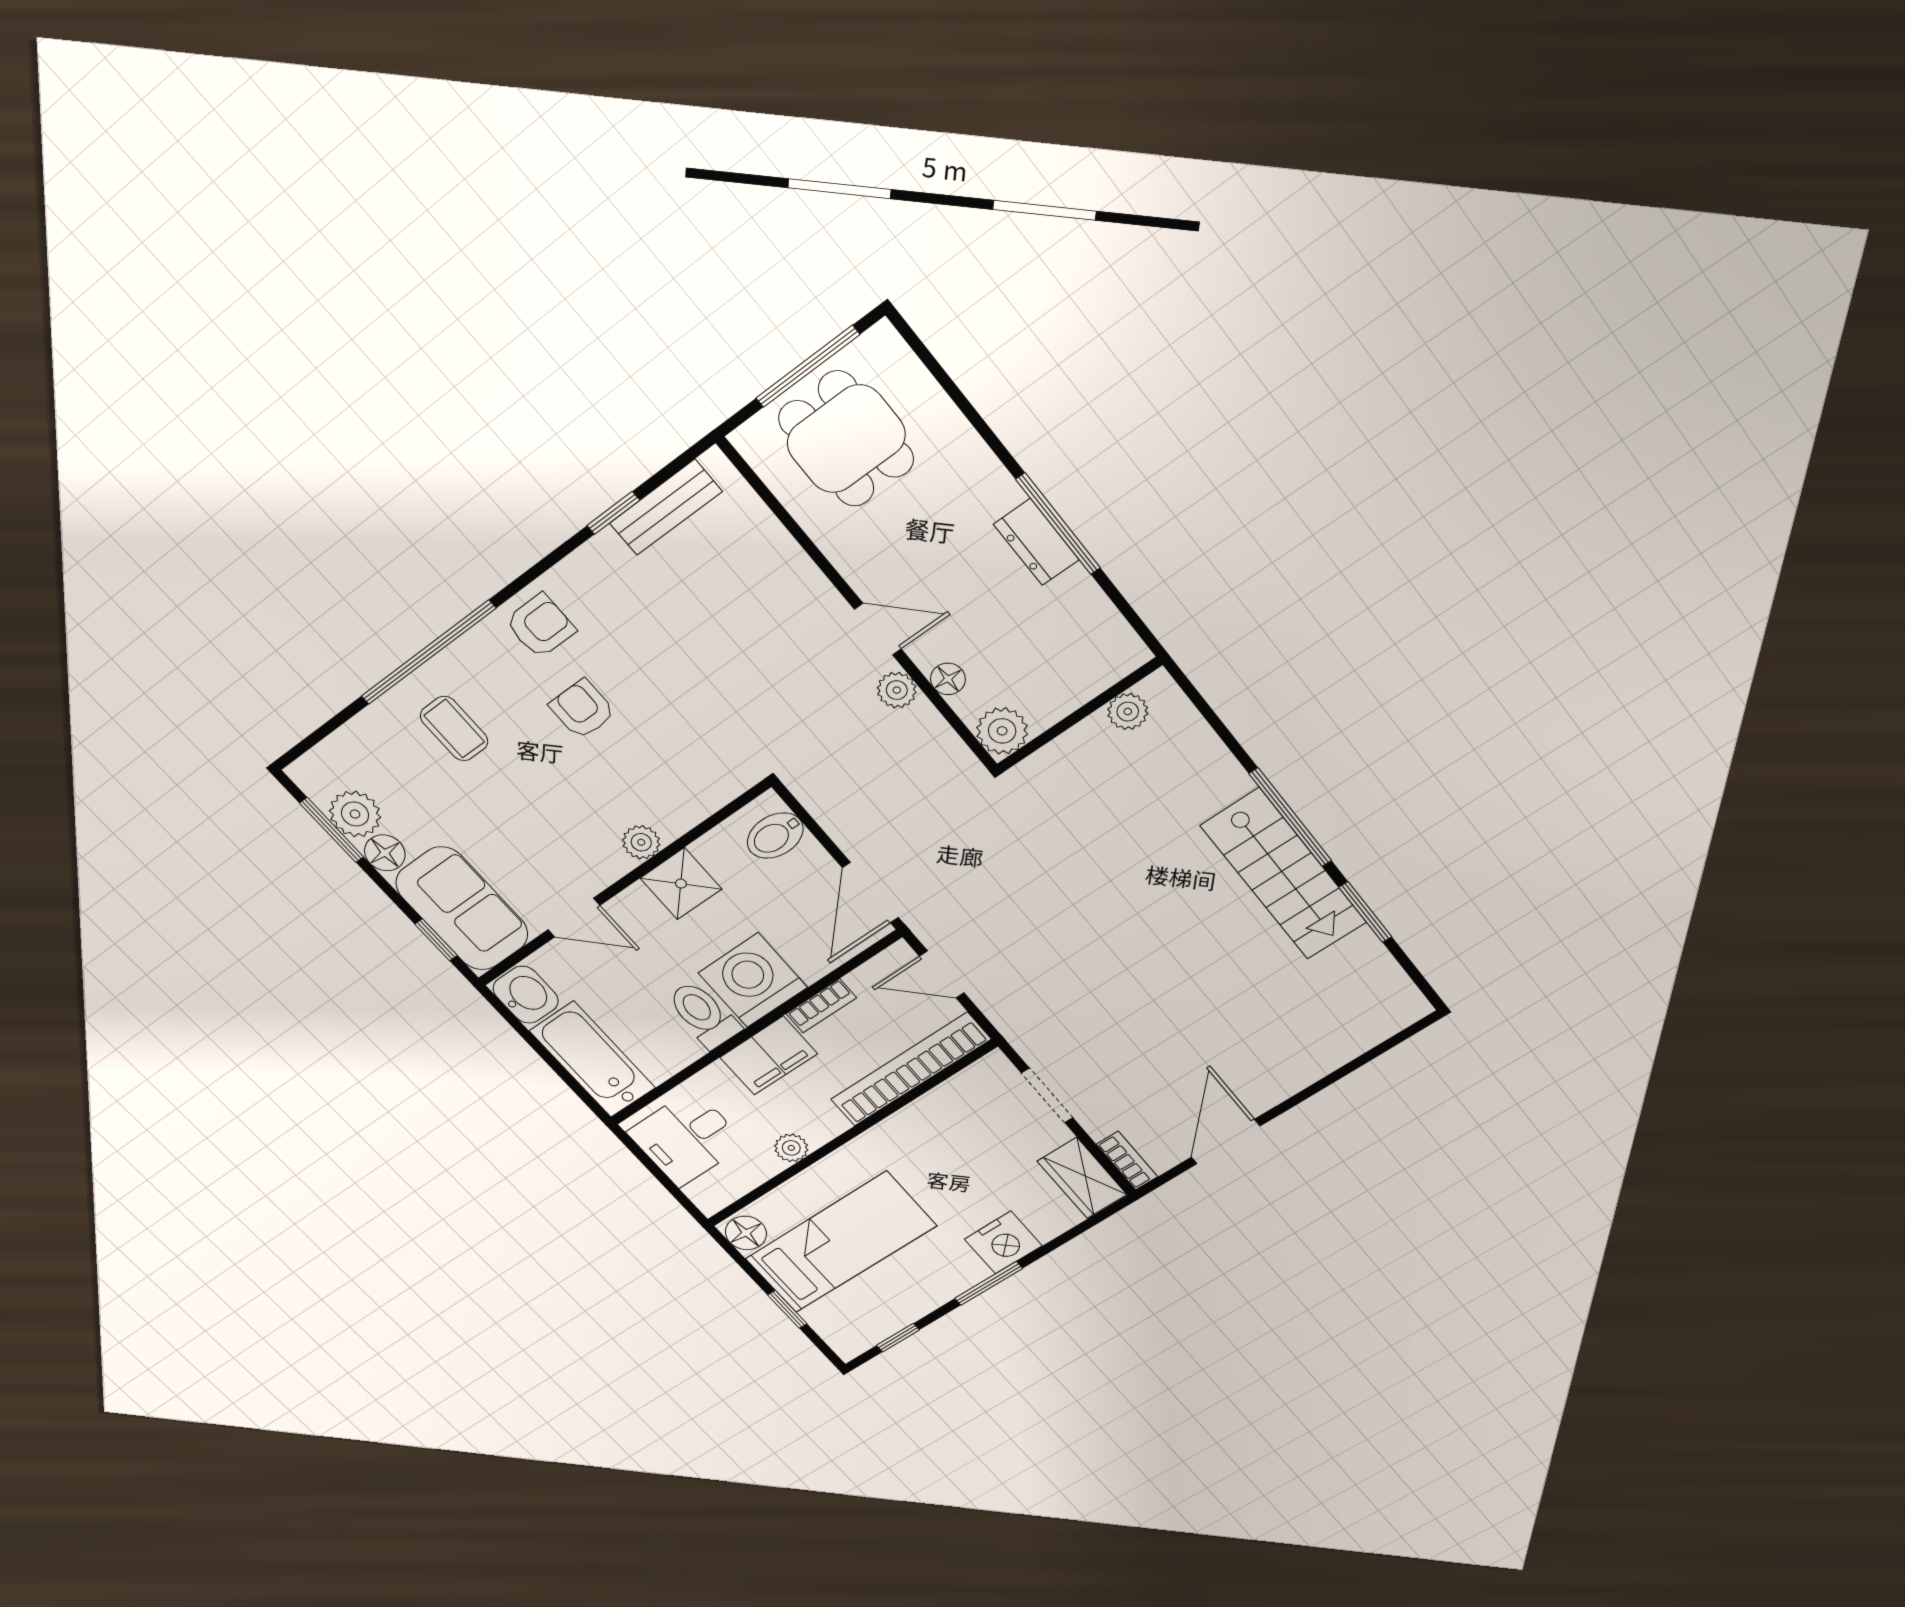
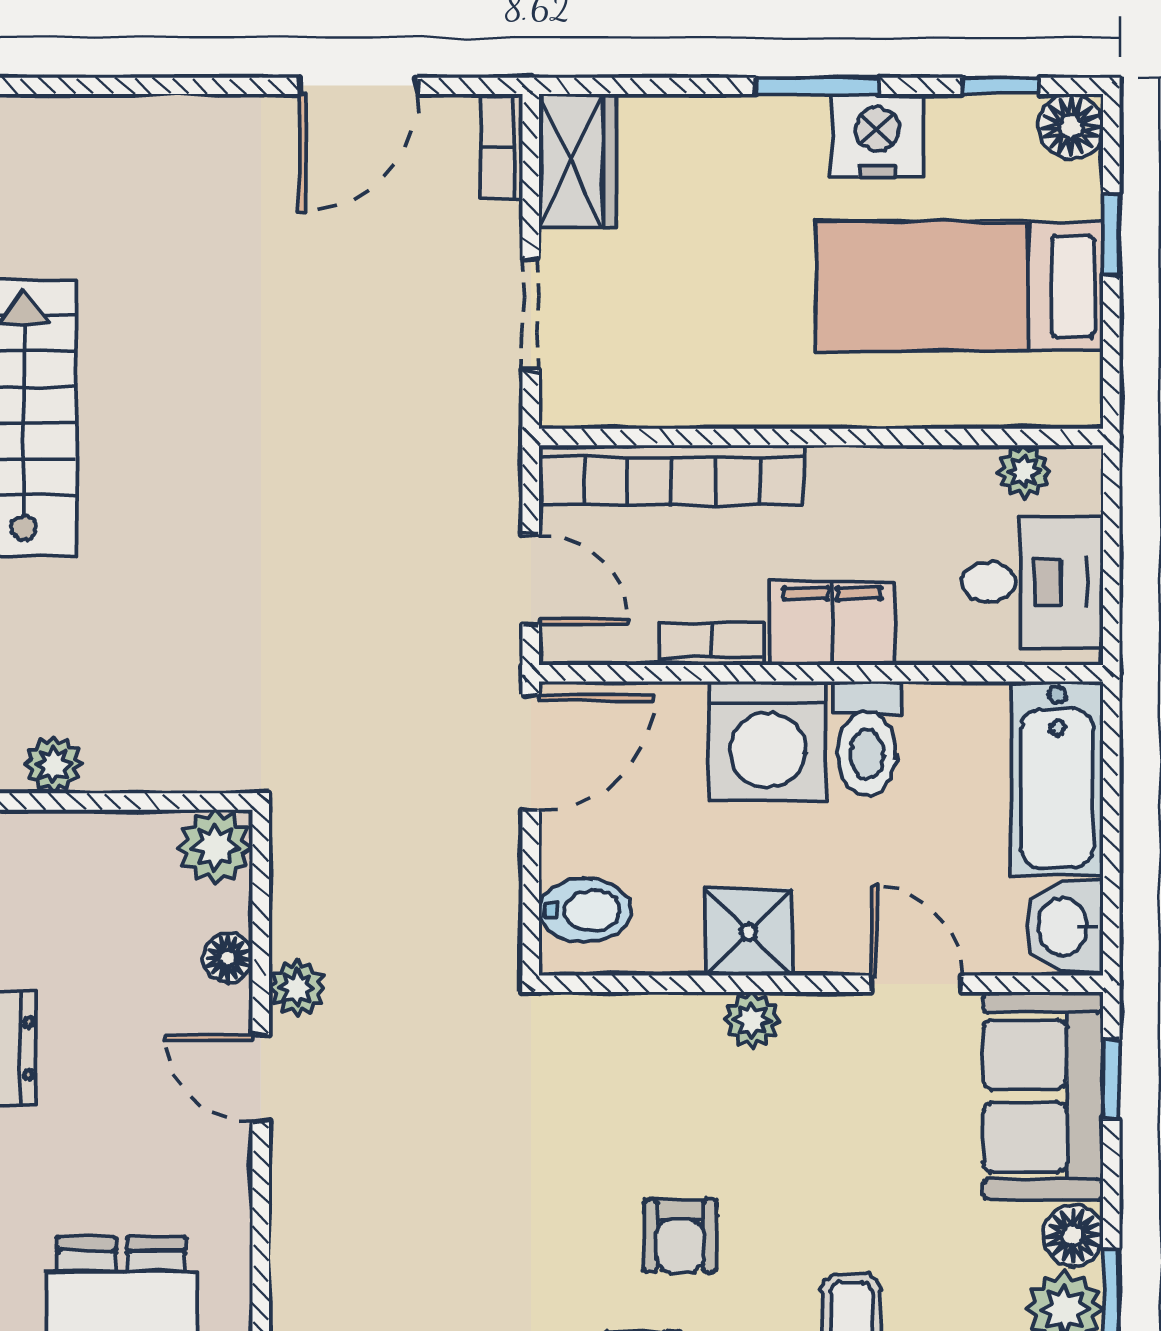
plant: (791, 1148) -> (1024, 472), moved
floor lamp: (746, 1233) -> (1071, 126), moved
nightstand: (1003, 1242) -> (877, 135), moved

